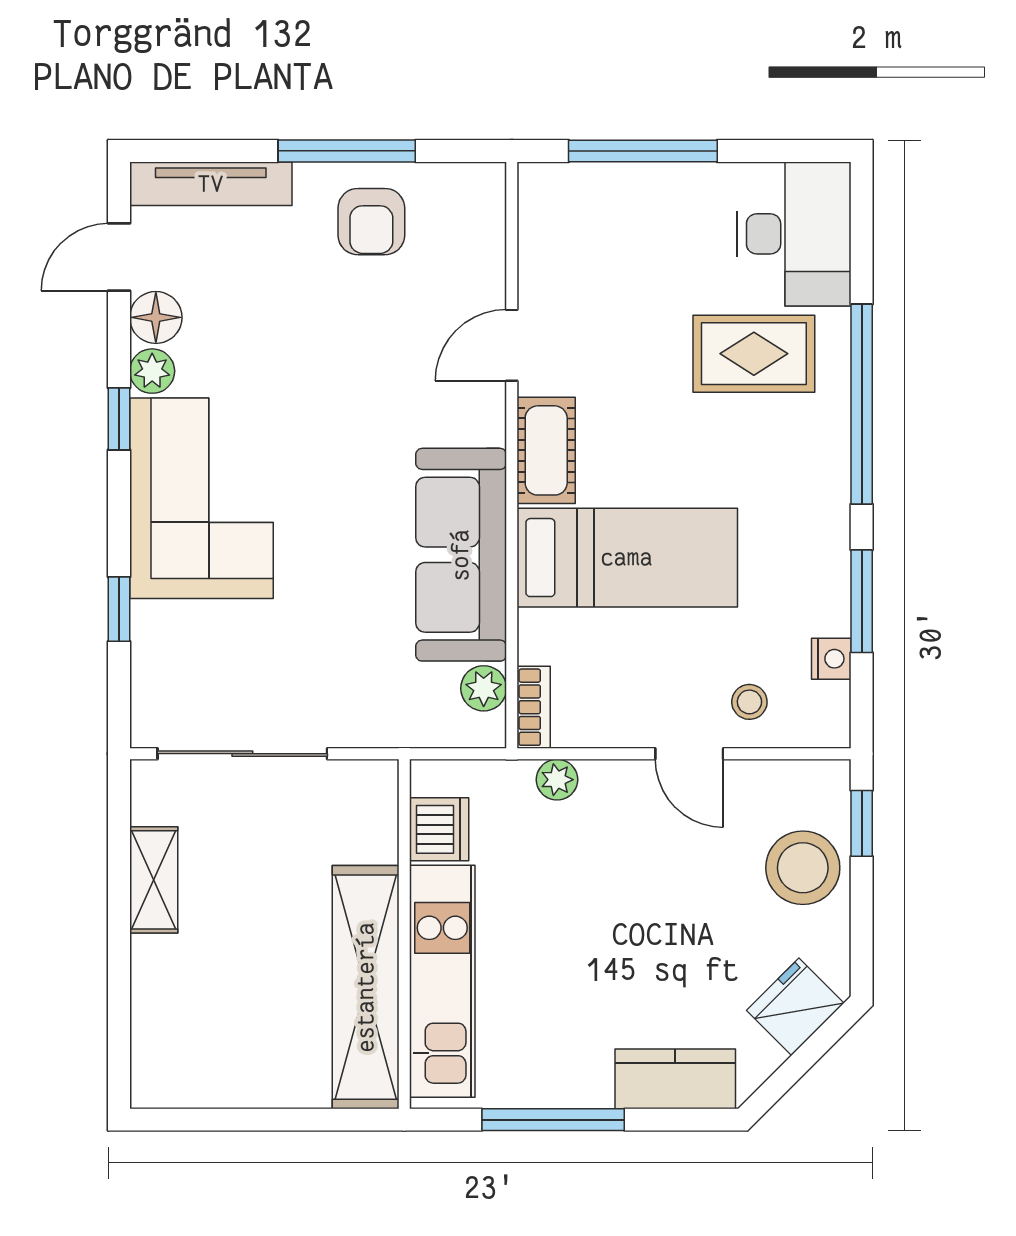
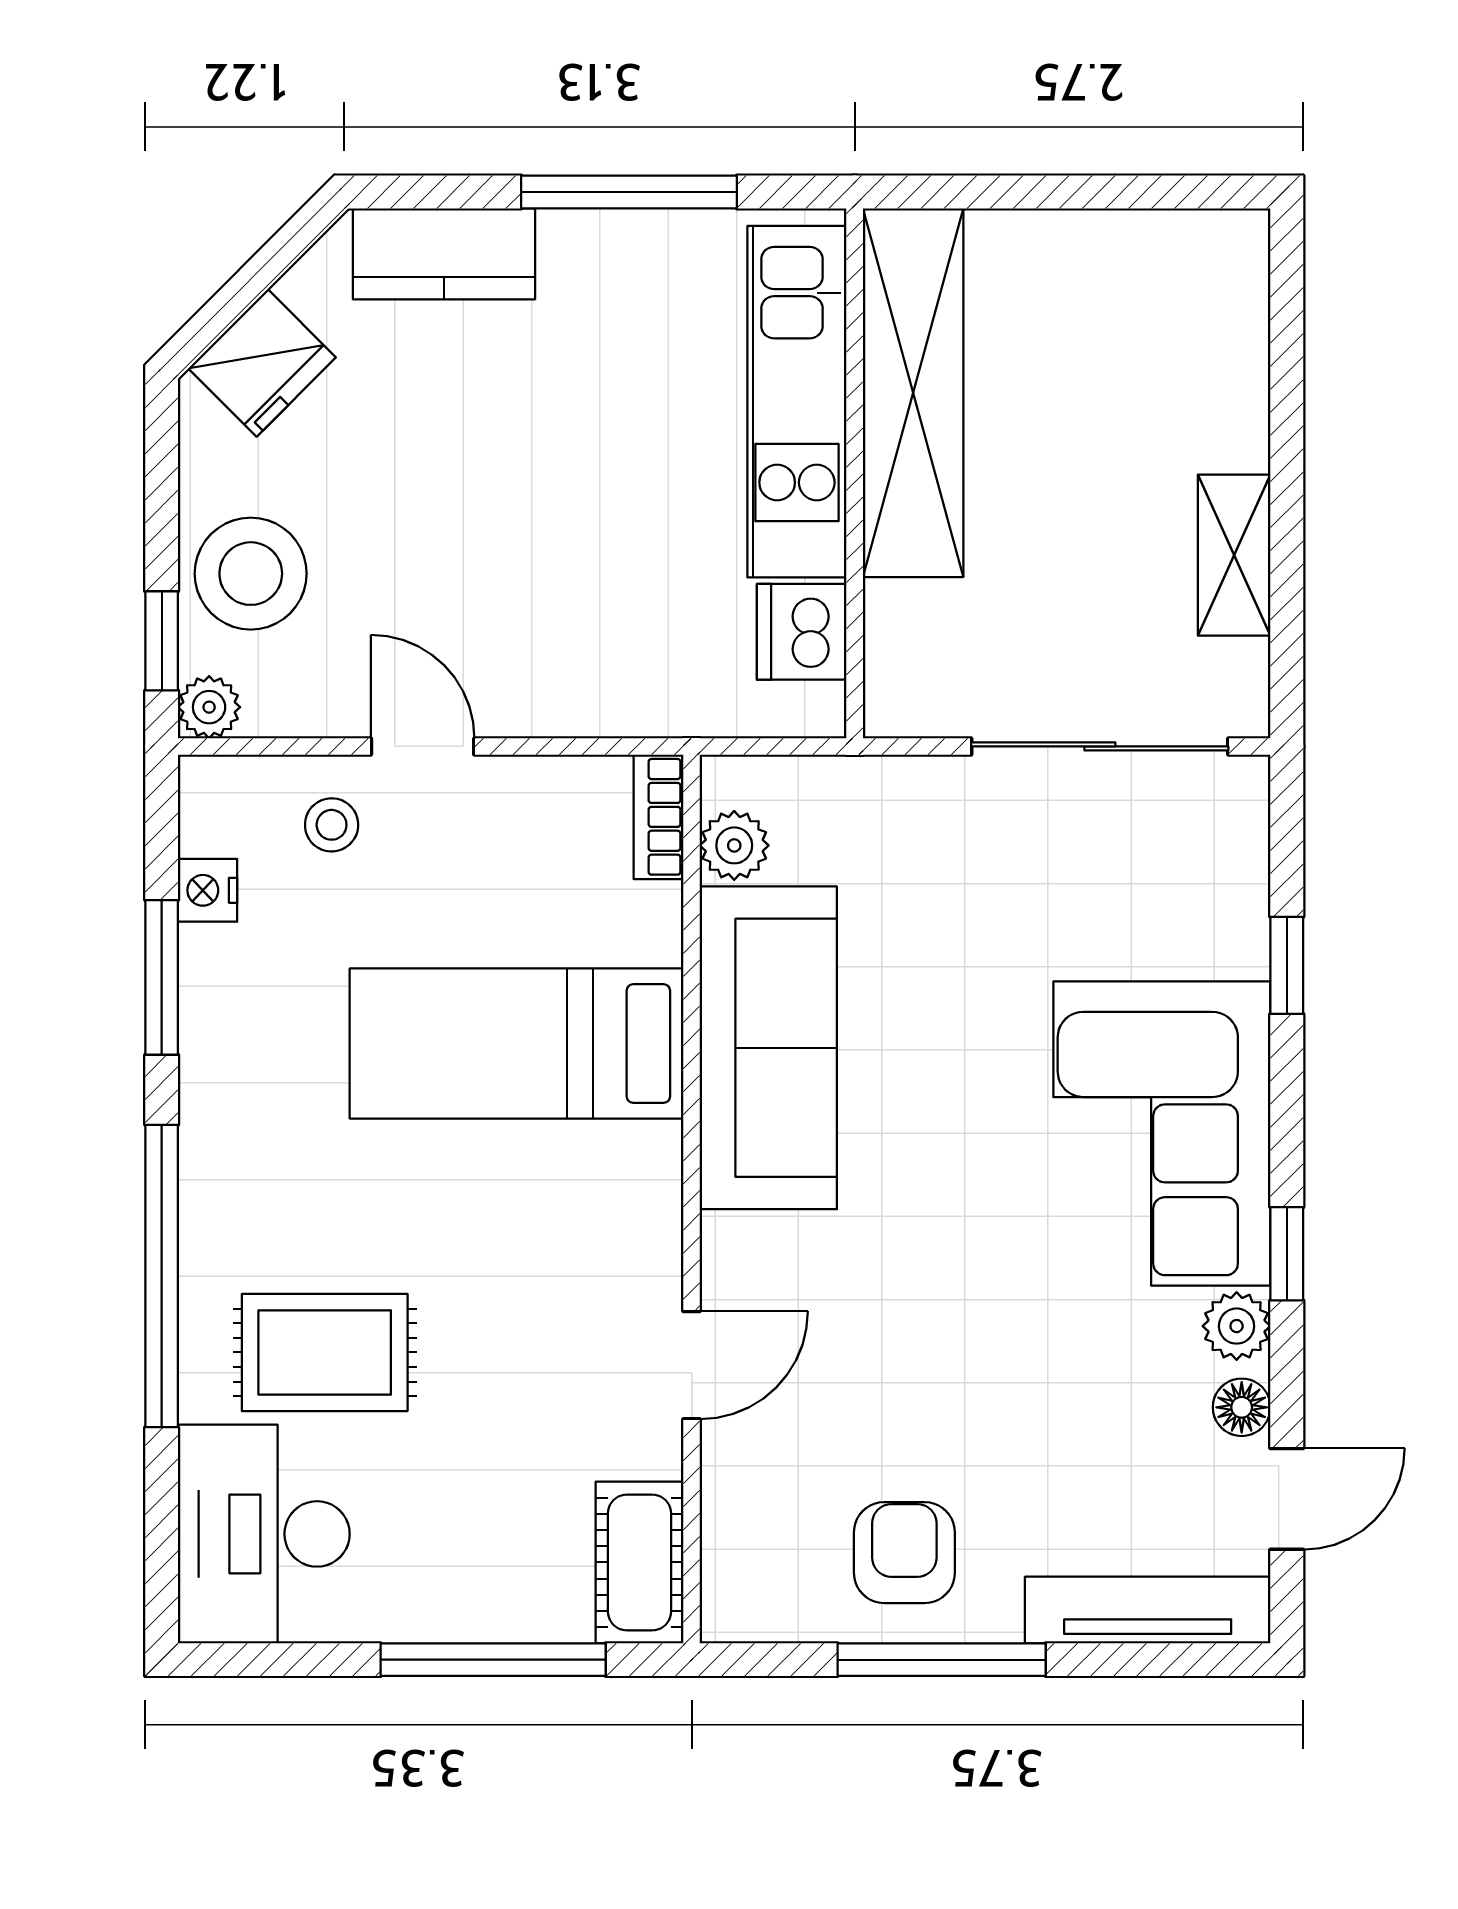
floor lamp: (156, 317) -> (1242, 1407), width x0.73, depth x0.73
cot: (546, 450) -> (639, 1562), moved
plant: (557, 780) -> (209, 707), moved

